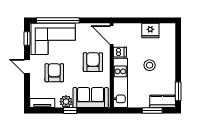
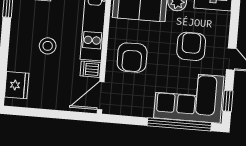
fridge: (150, 31) -> (17, 85), moved, turned 90
door: (112, 35) -> (101, 96), swing flipped
armchair: (54, 73) -> (191, 46), turned 180

